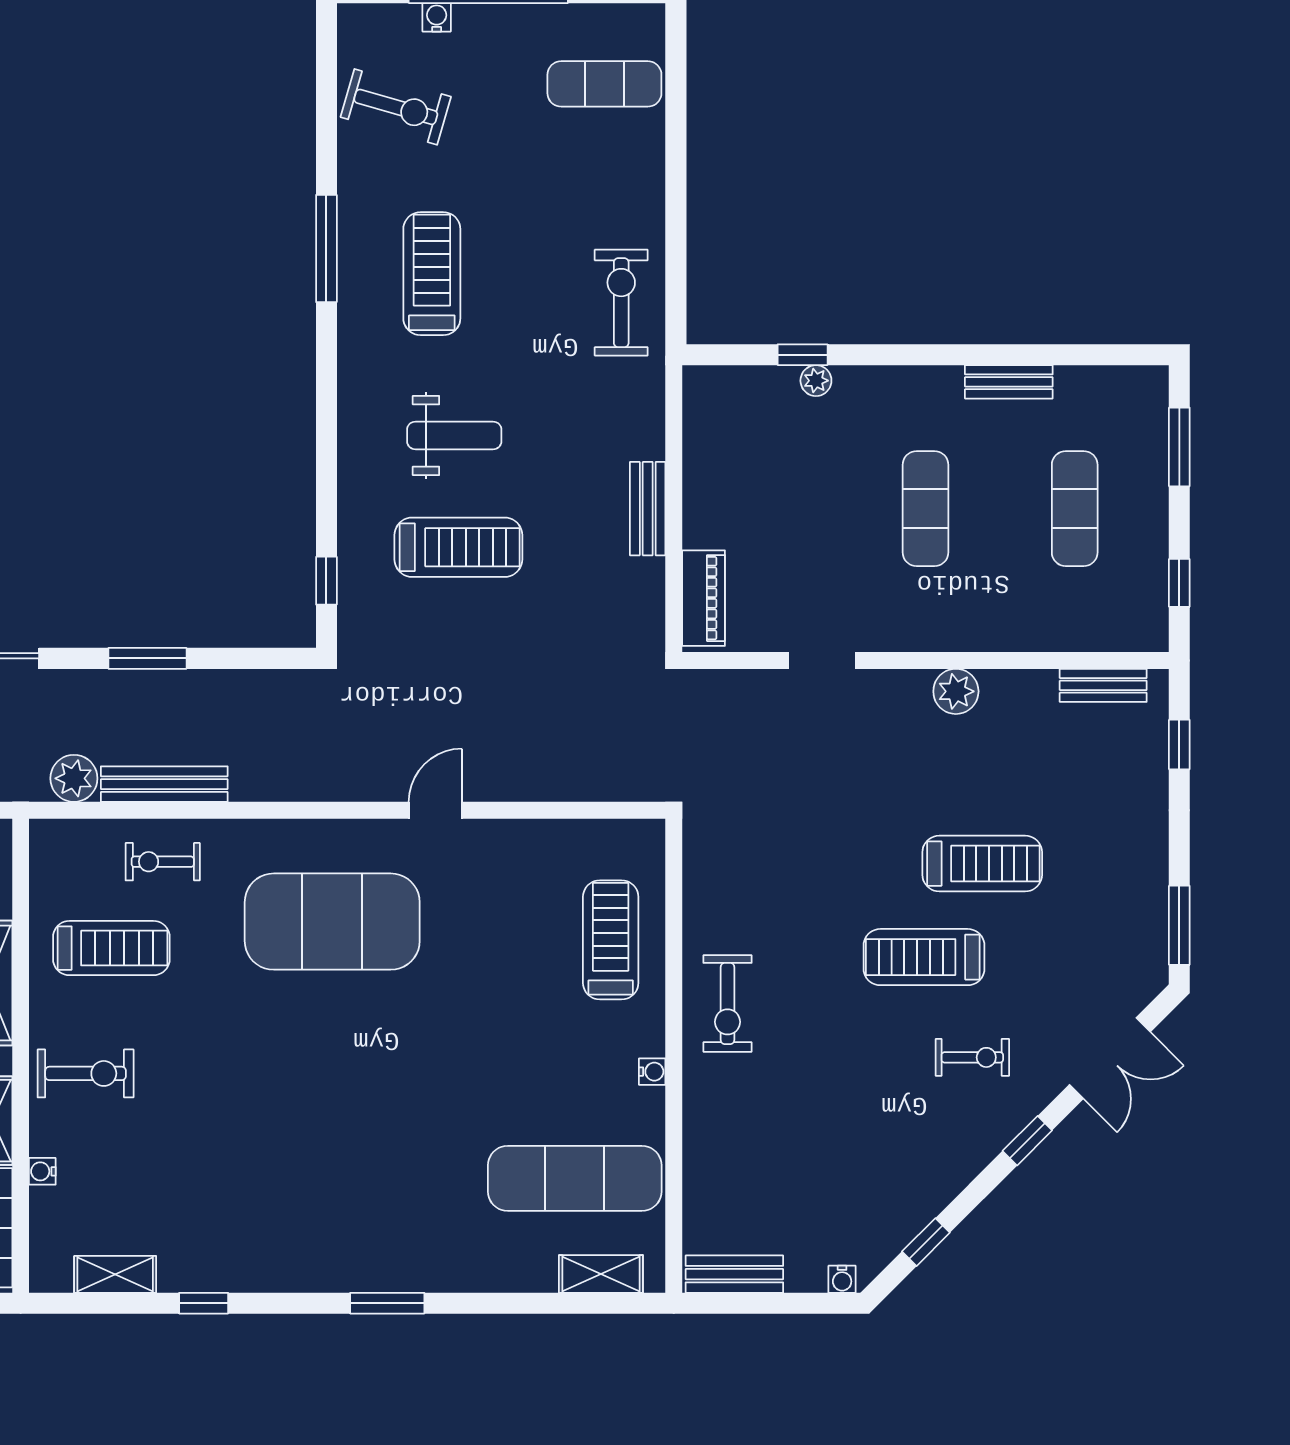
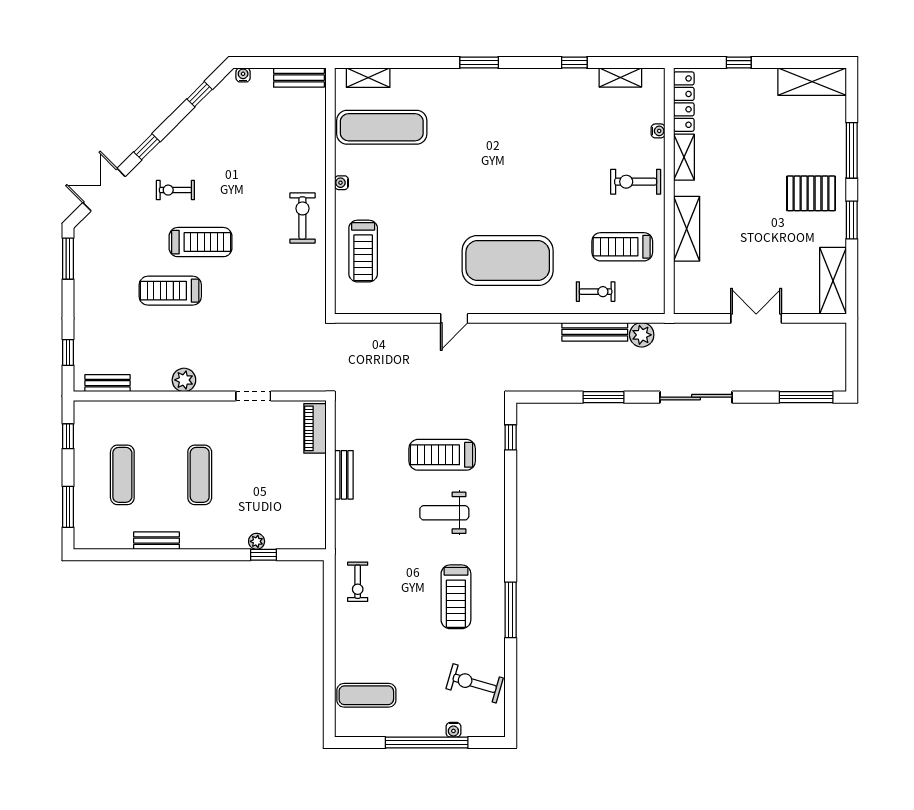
exercise bike: (621, 303) -> (358, 582), width x0.73, depth x0.72

